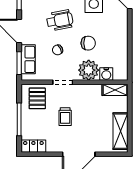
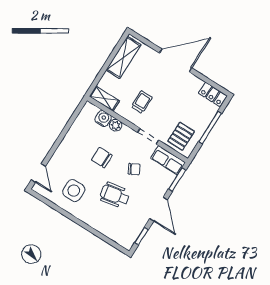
row of seats: (28, 59) -> (168, 160), moved, turned -90
plant: (89, 70) -> (116, 125), width x0.53, depth x0.53
trolley: (65, 117) -> (142, 102), moved

